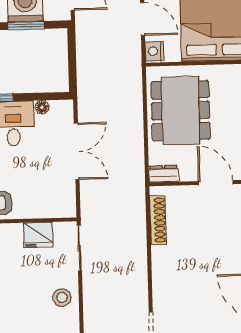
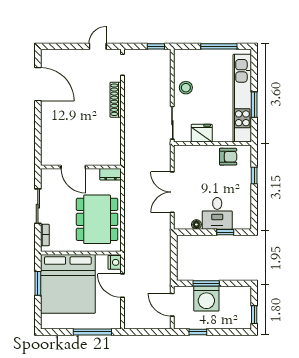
shoe rack: (158, 220) -> (116, 100), moved

